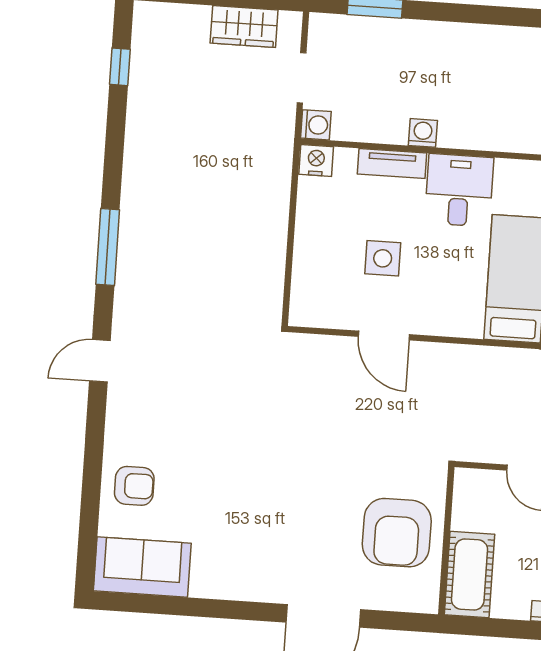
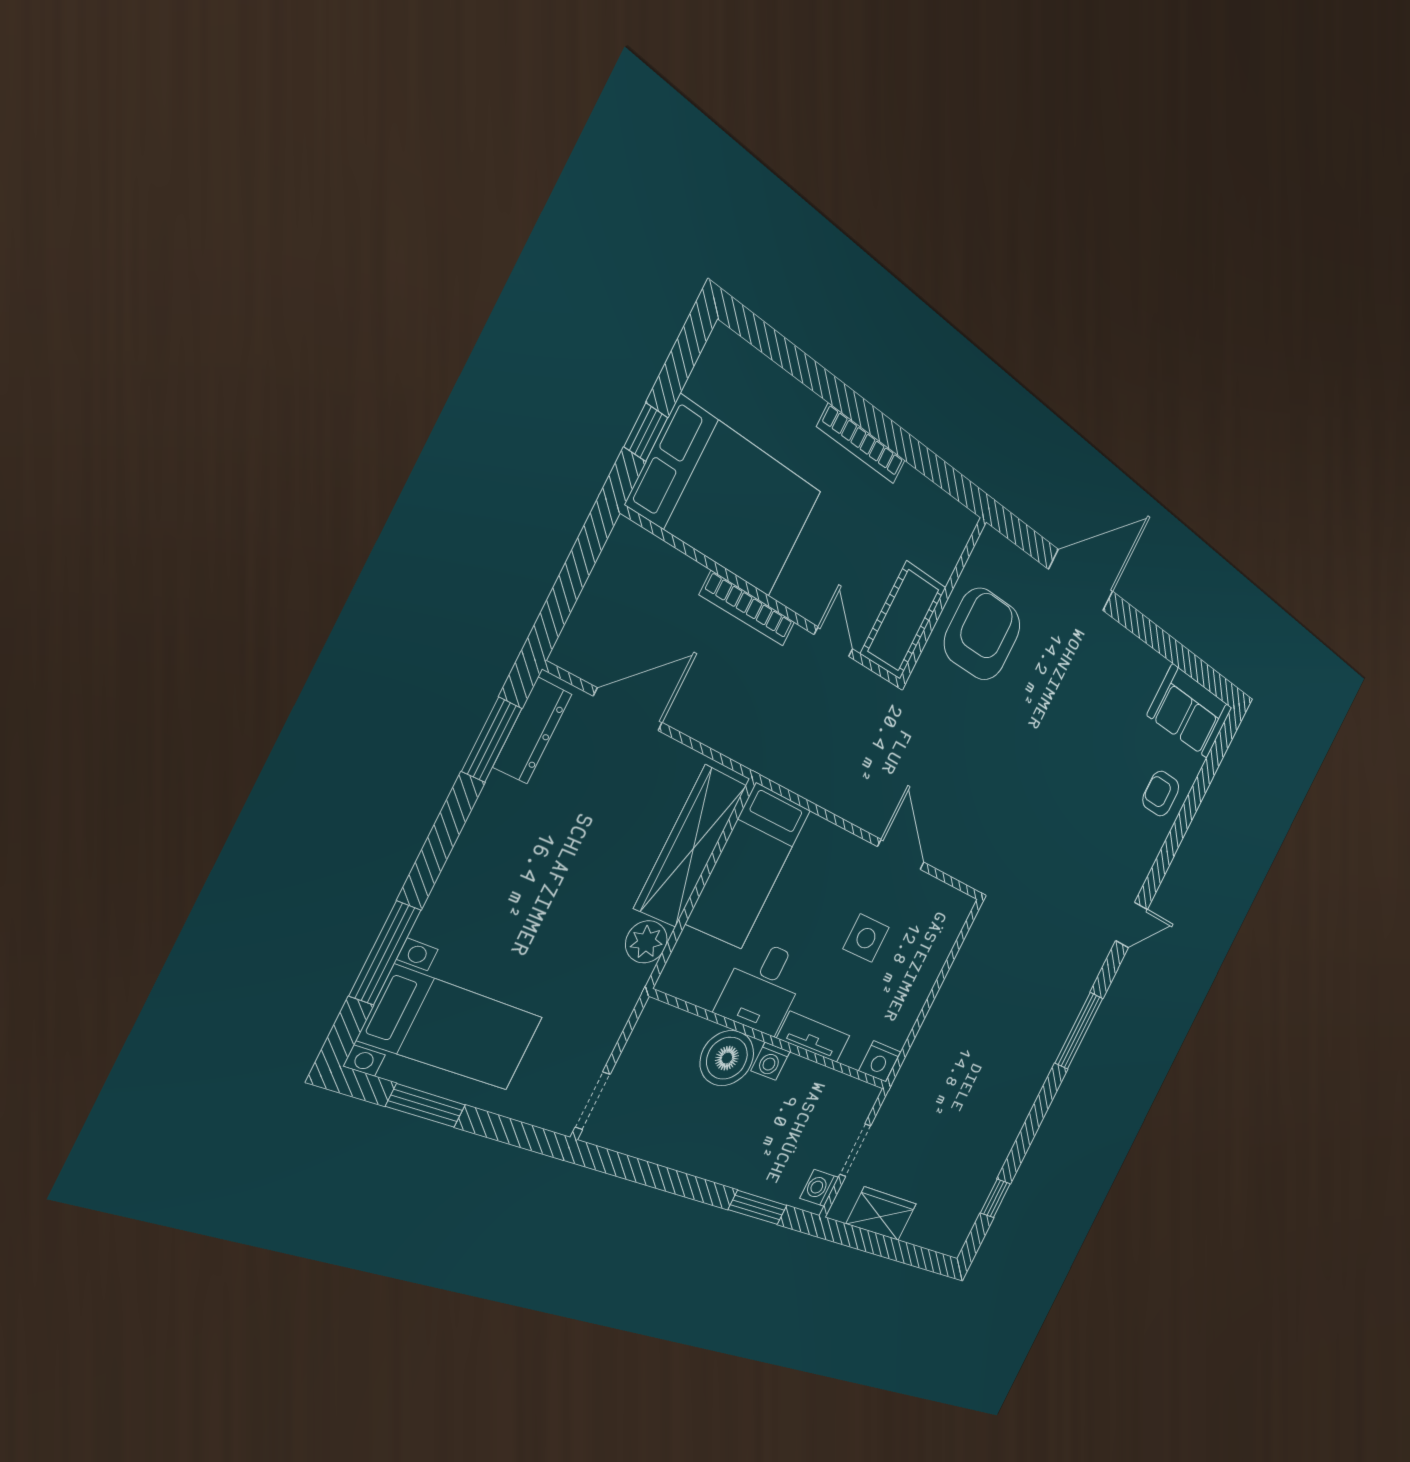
washing machine: (316, 125) -> (819, 1188), moved
boiler: (464, 125) -> (727, 1058), added
cot: (469, 574) -> (903, 620), moved

